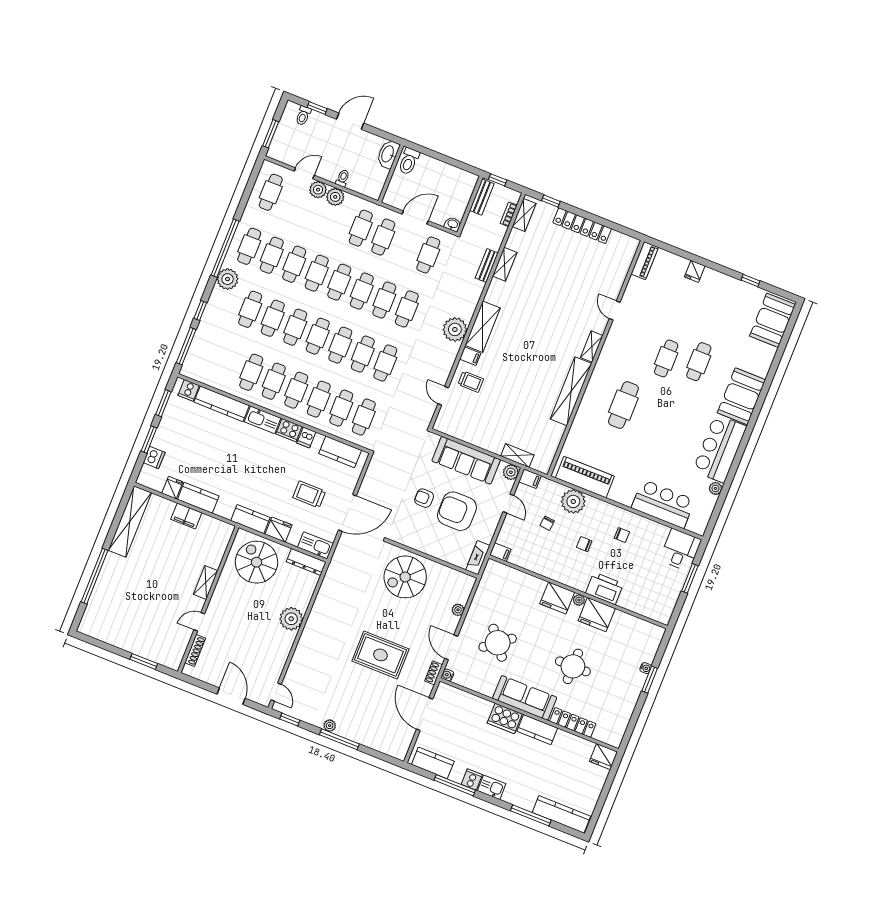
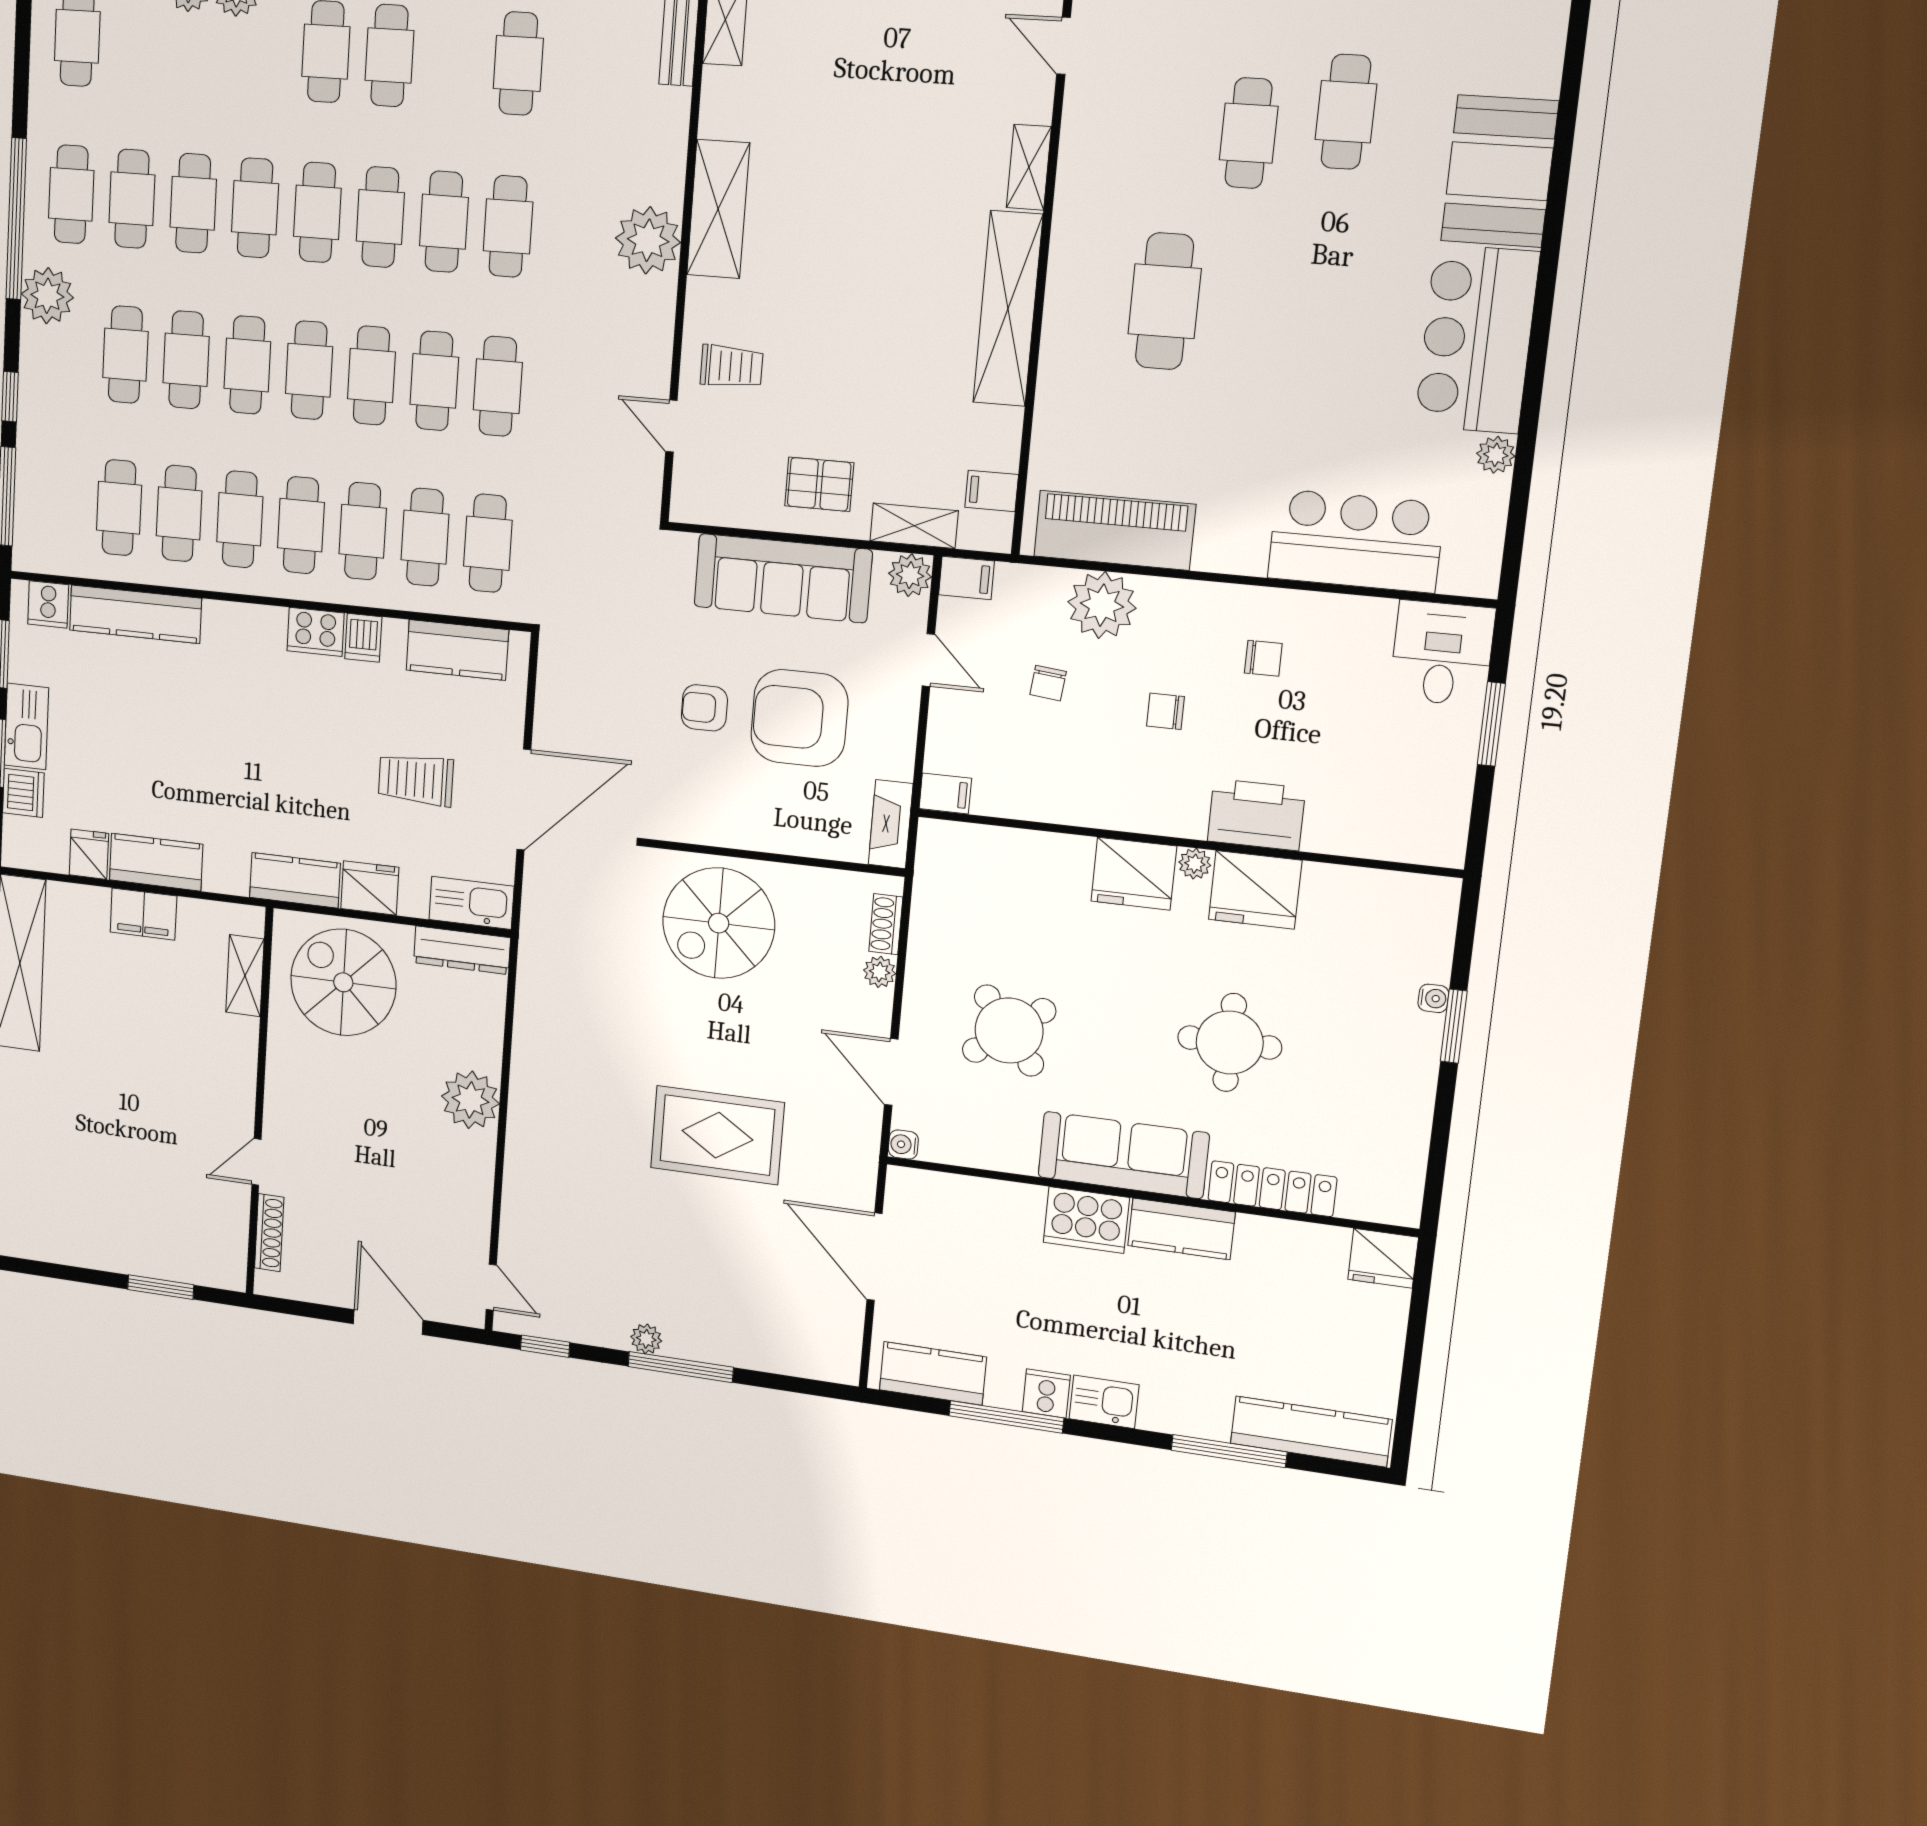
filing cabinet: (470, 356) -> (992, 491), moved, turned 180
cafe table: (229, 363) -> (119, 508), added
kitchen sink: (263, 420) -> (26, 726), moved, turned -90
pallet: (489, 431) -> (819, 484), added
shelving: (206, 583) -> (245, 976), moved
shoe rack: (434, 673) -> (886, 924), moved

